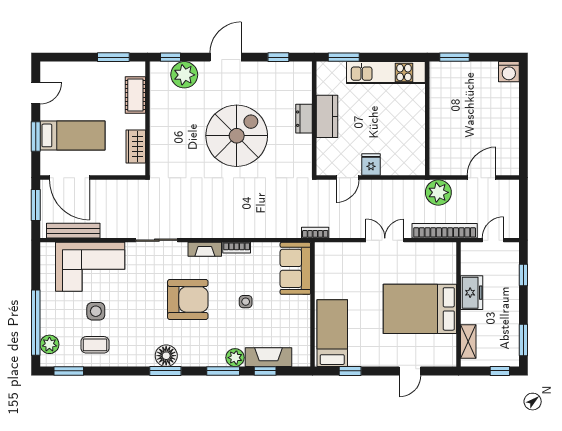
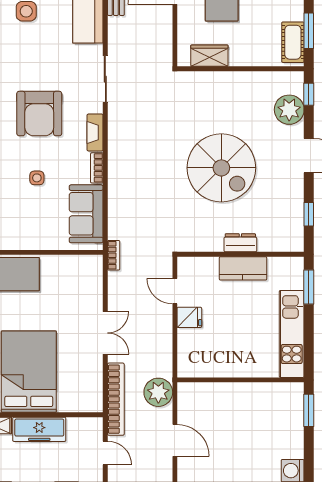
cot: (135, 95) -> (293, 42), moved, turned 90
sofa: (295, 268) -> (86, 214), moved, turned -90
freezer: (472, 293) -> (39, 429), width x1.40

